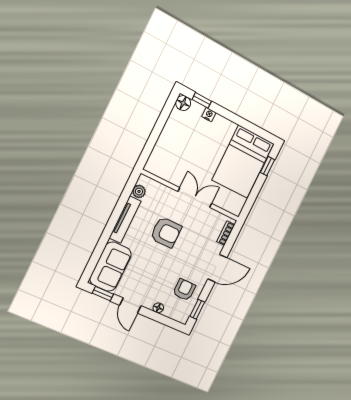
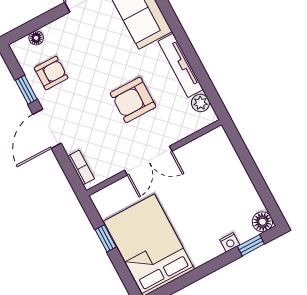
window: (267, 166) -> (106, 238), moved
armchair: (184, 290) -> (51, 73), turned -90
floor lamp: (158, 308) -> (36, 38), moved
window: (197, 309) -> (26, 90), moved

